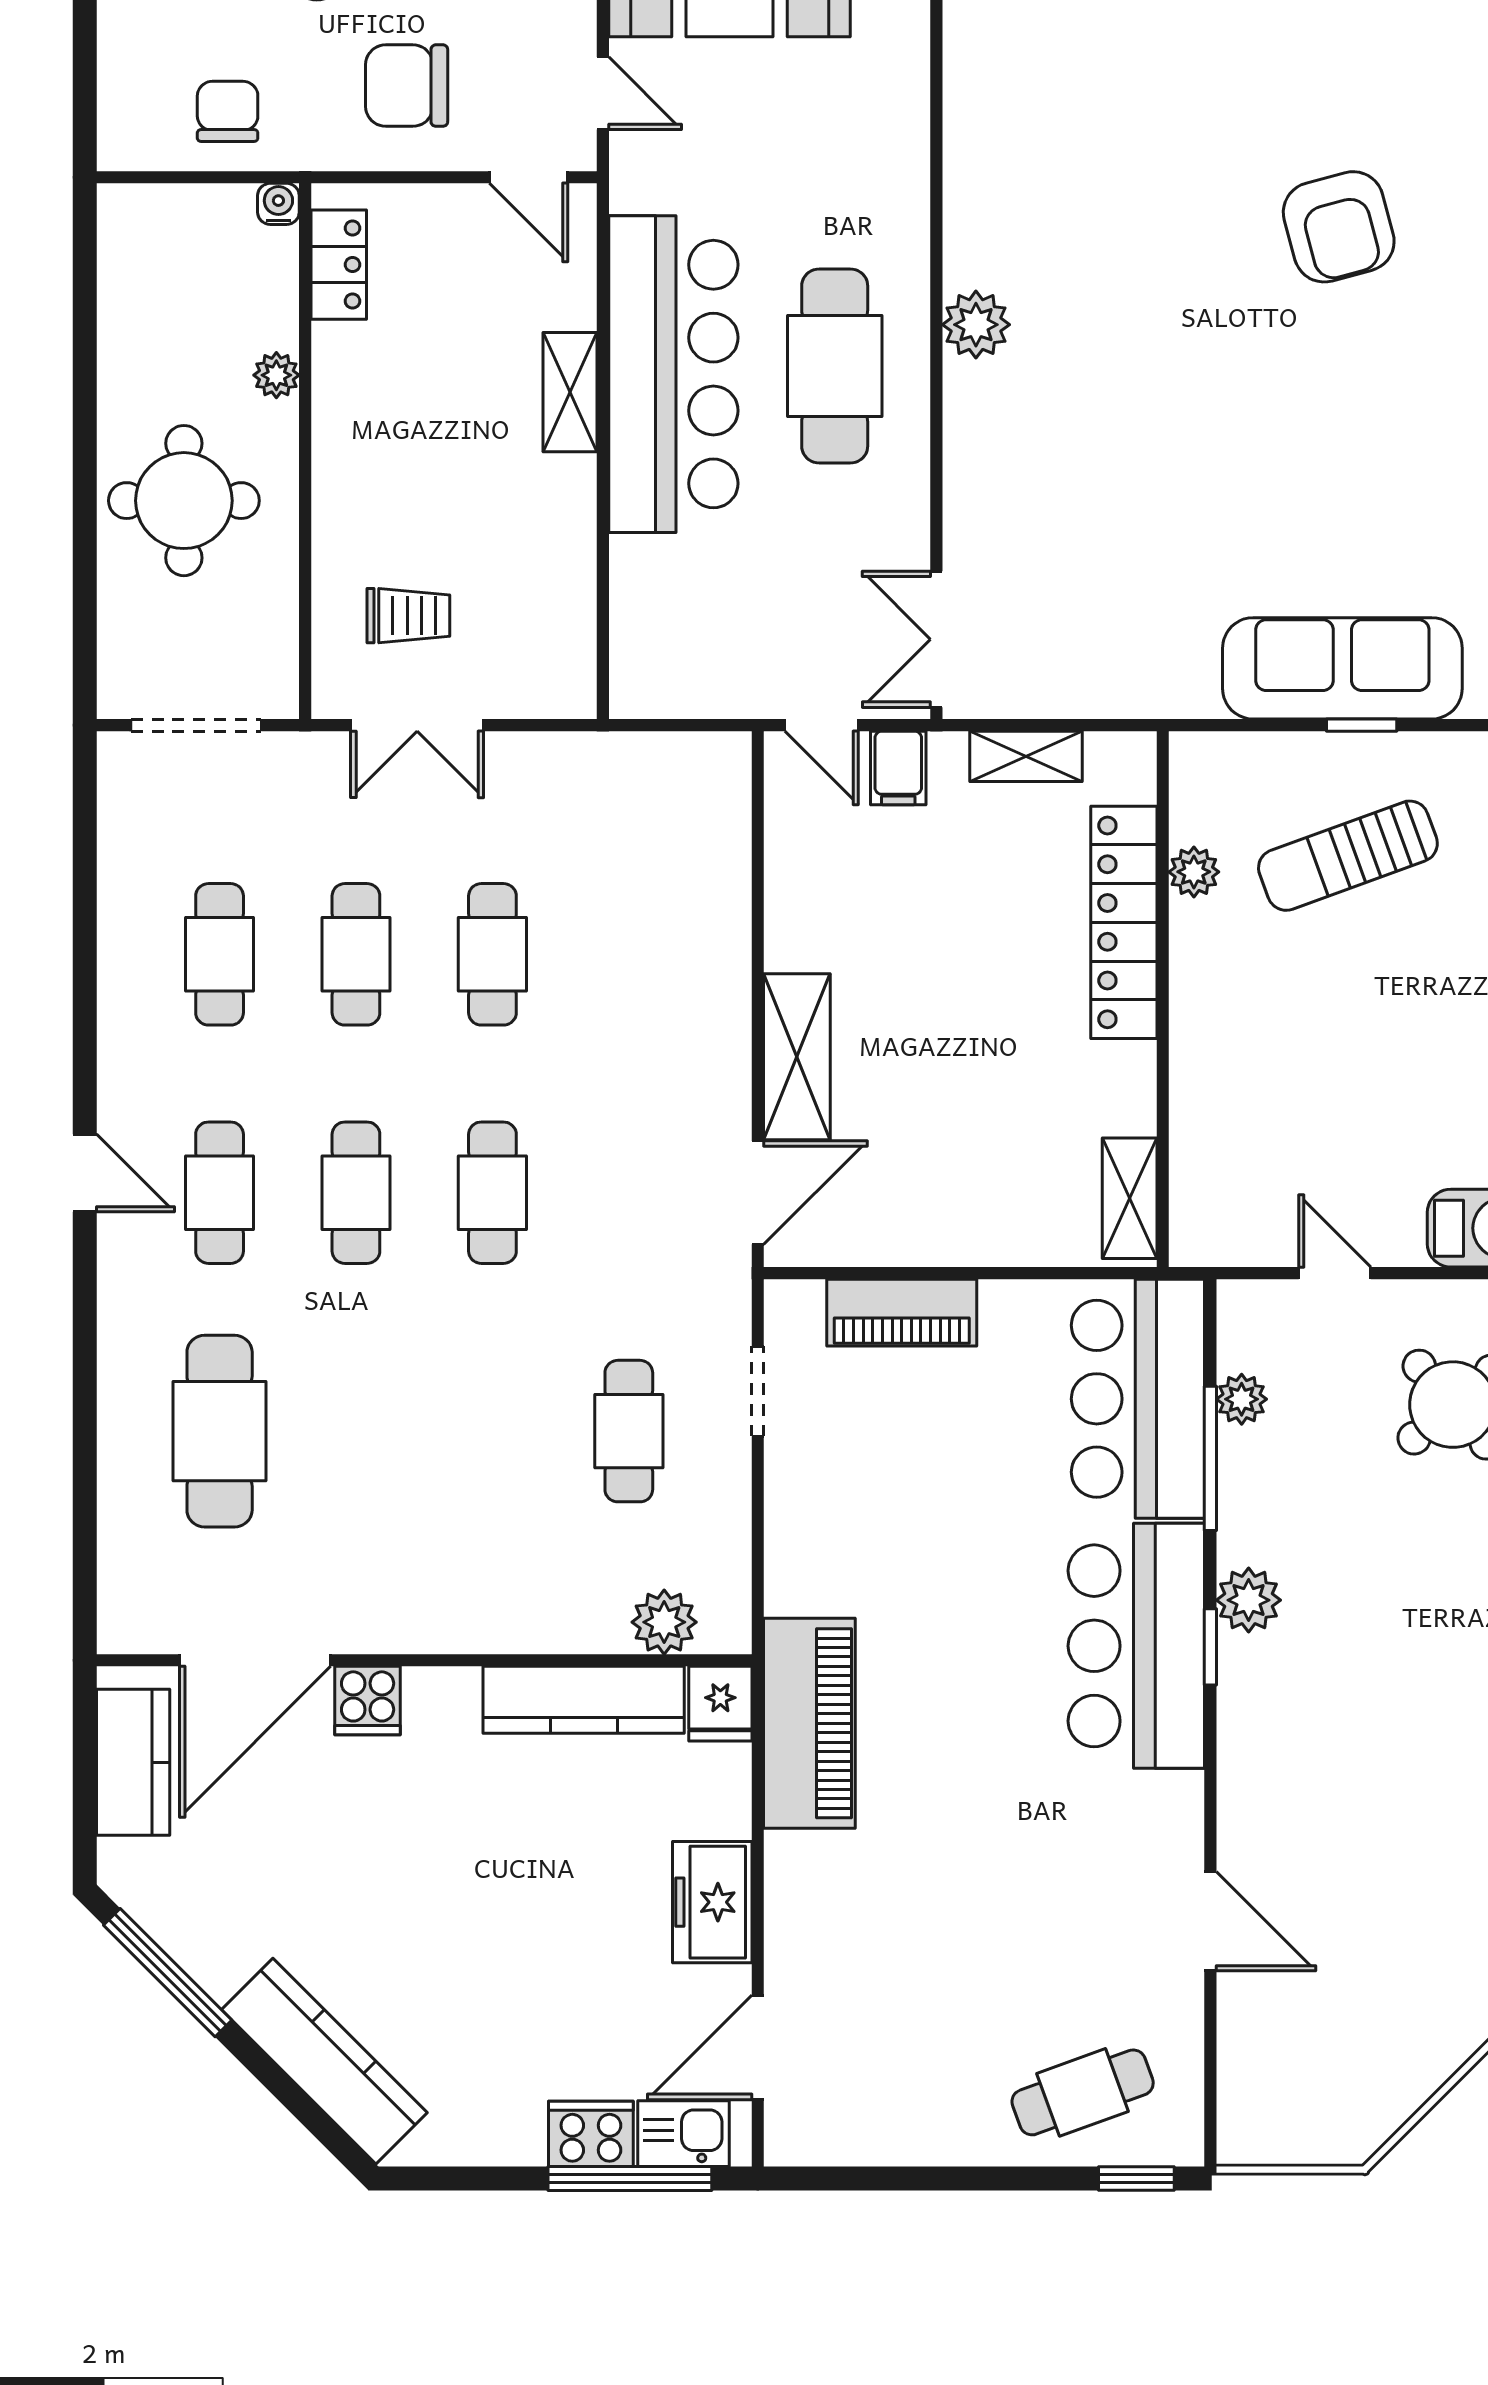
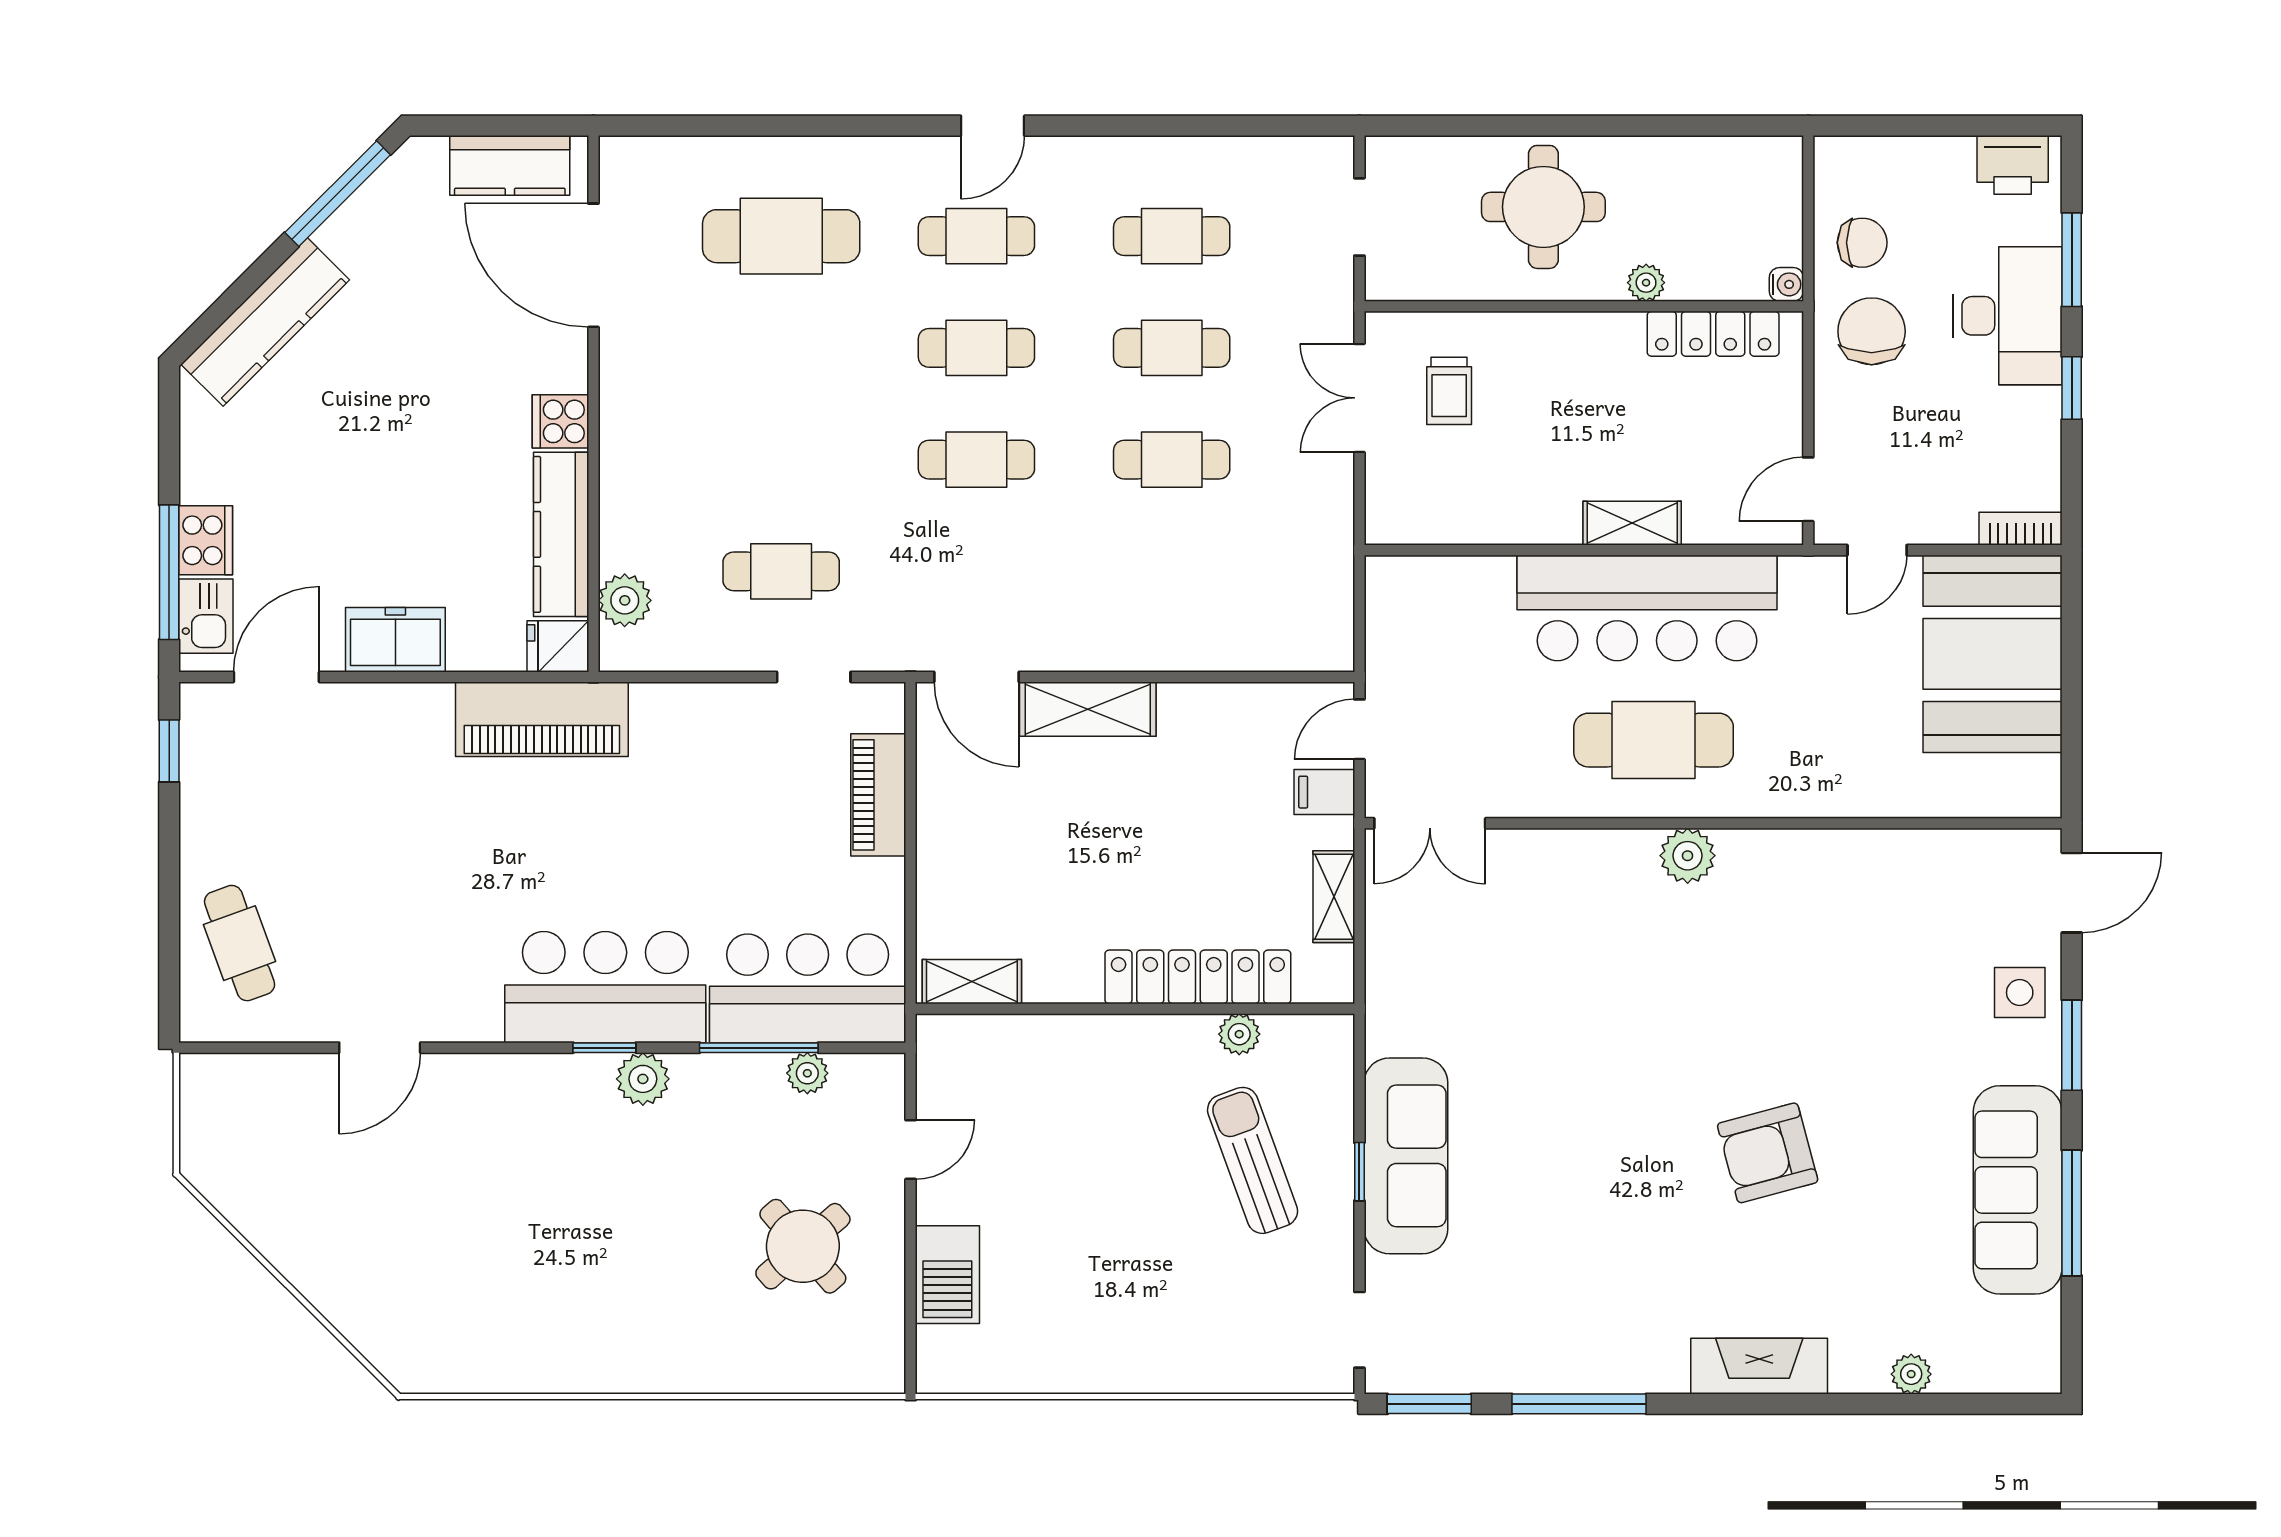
chair: (407, 86) -> (1872, 331), moved
locker: (339, 265) -> (1713, 334), width x1.53
double door: (936, 639) -> (1430, 823), swing flipped
doorway: (196, 725) -> (1359, 217), width x0.73
cooker: (368, 1701) -> (560, 421), moved
door: (758, 2047) -> (276, 677), hinge flipped
window: (1136, 2178) -> (169, 751), moved

